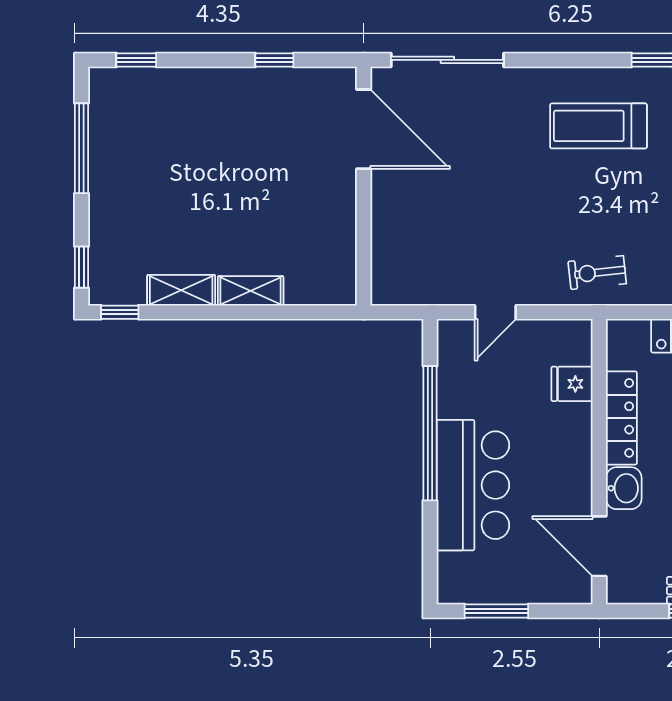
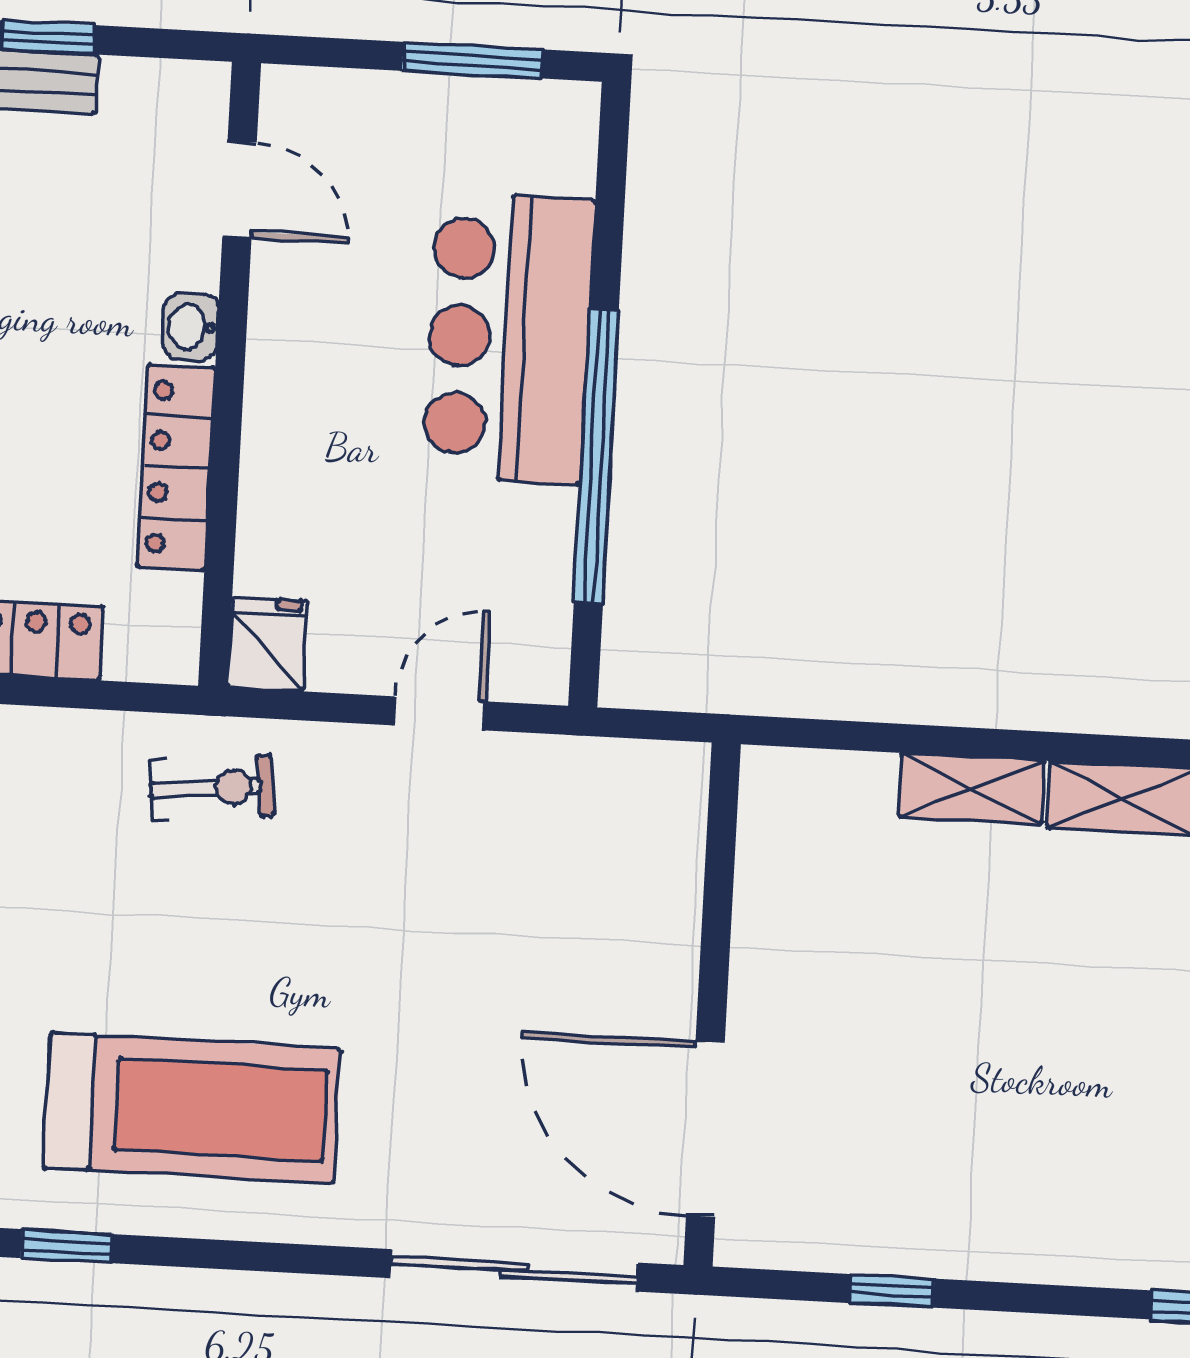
treadmill: (598, 126) -> (192, 1108), width x1.37, depth x1.38
fridge: (572, 384) -> (268, 644), moved, turned -90
washbasin: (624, 488) -> (191, 327), width x0.72, depth x0.69
door: (599, 546) -> (240, 190), width x0.73

